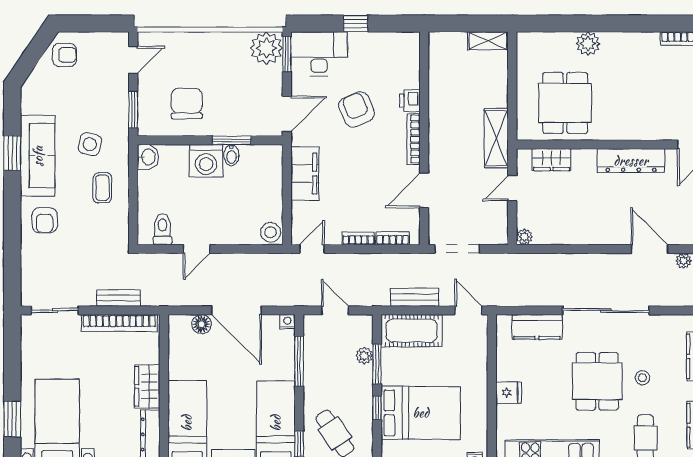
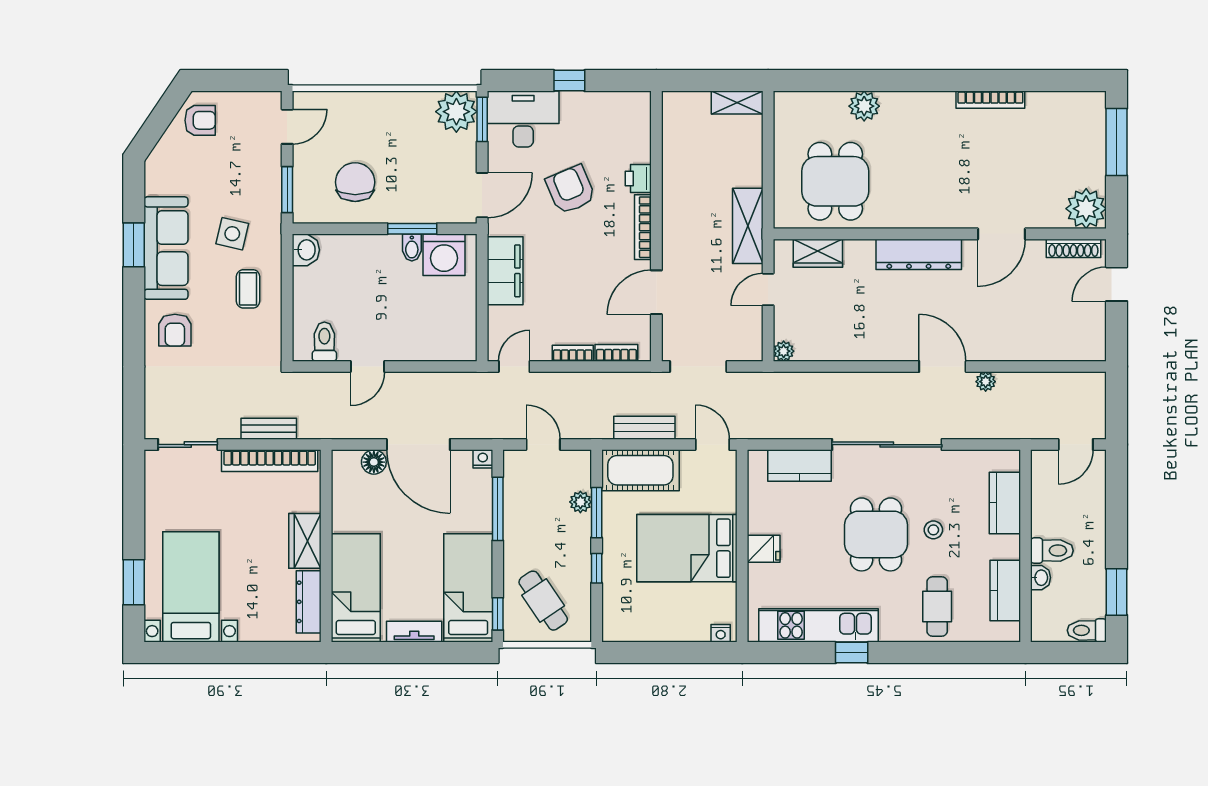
washing machine: (206, 161) -> (444, 255), moved
stool: (271, 232) -> (461, 345), removed
bed: (421, 413) -> (687, 548), moved, turned 180

